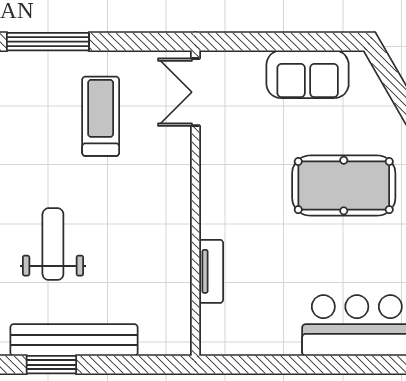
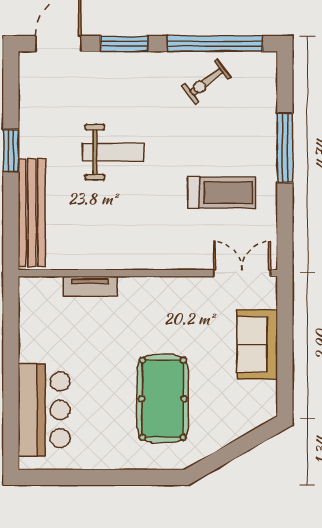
sofa: (308, 74) -> (257, 344), moved
bench: (74, 340) -> (32, 213), moved

